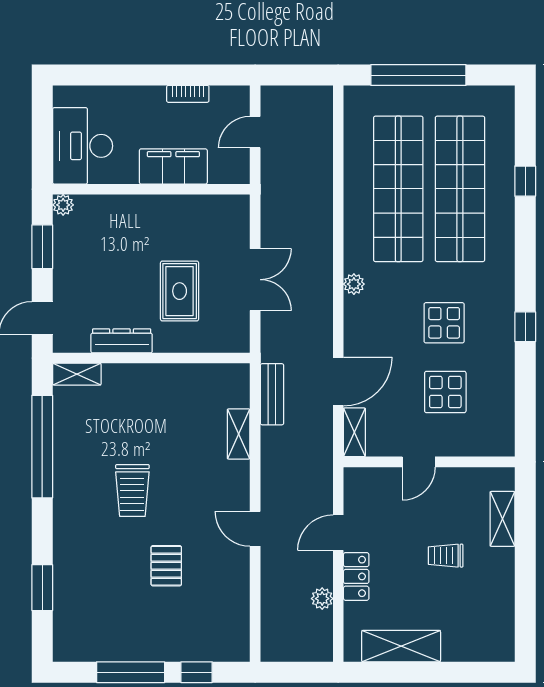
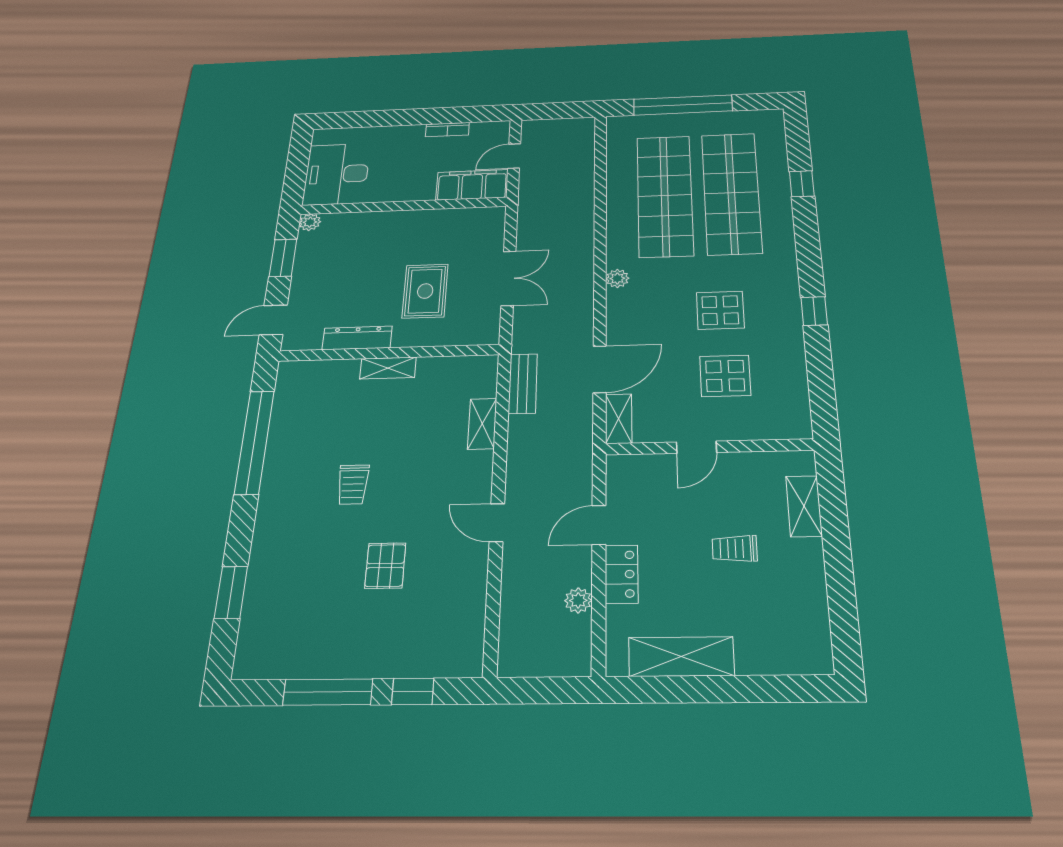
filing cabinet: (173, 166) -> (472, 185), moved
shelving: (77, 374) -> (388, 368), moved
trolley: (132, 491) -> (353, 485), width x0.73, depth x0.72

